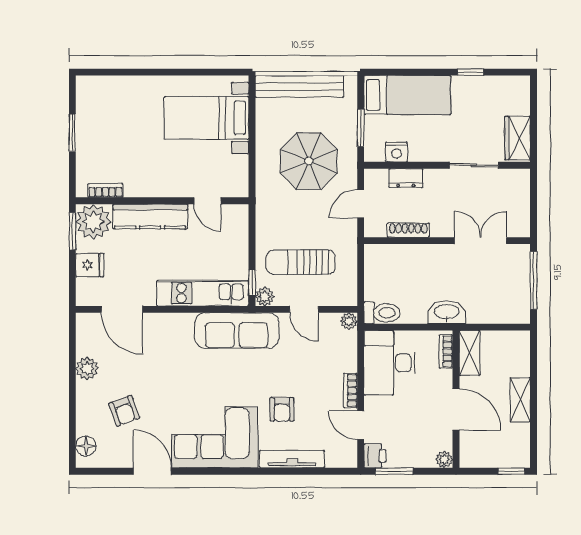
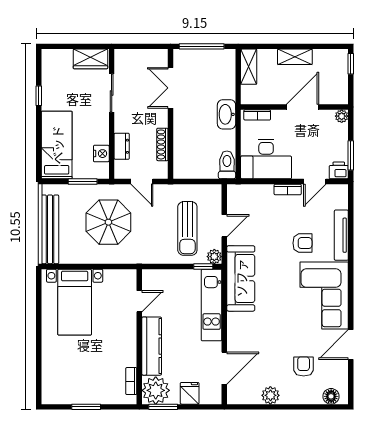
plant: (349, 321) -> (234, 191), removed
shelving: (469, 353) -> (249, 67), moved, turned 90
armchair: (124, 411) -> (304, 366), turned -70

